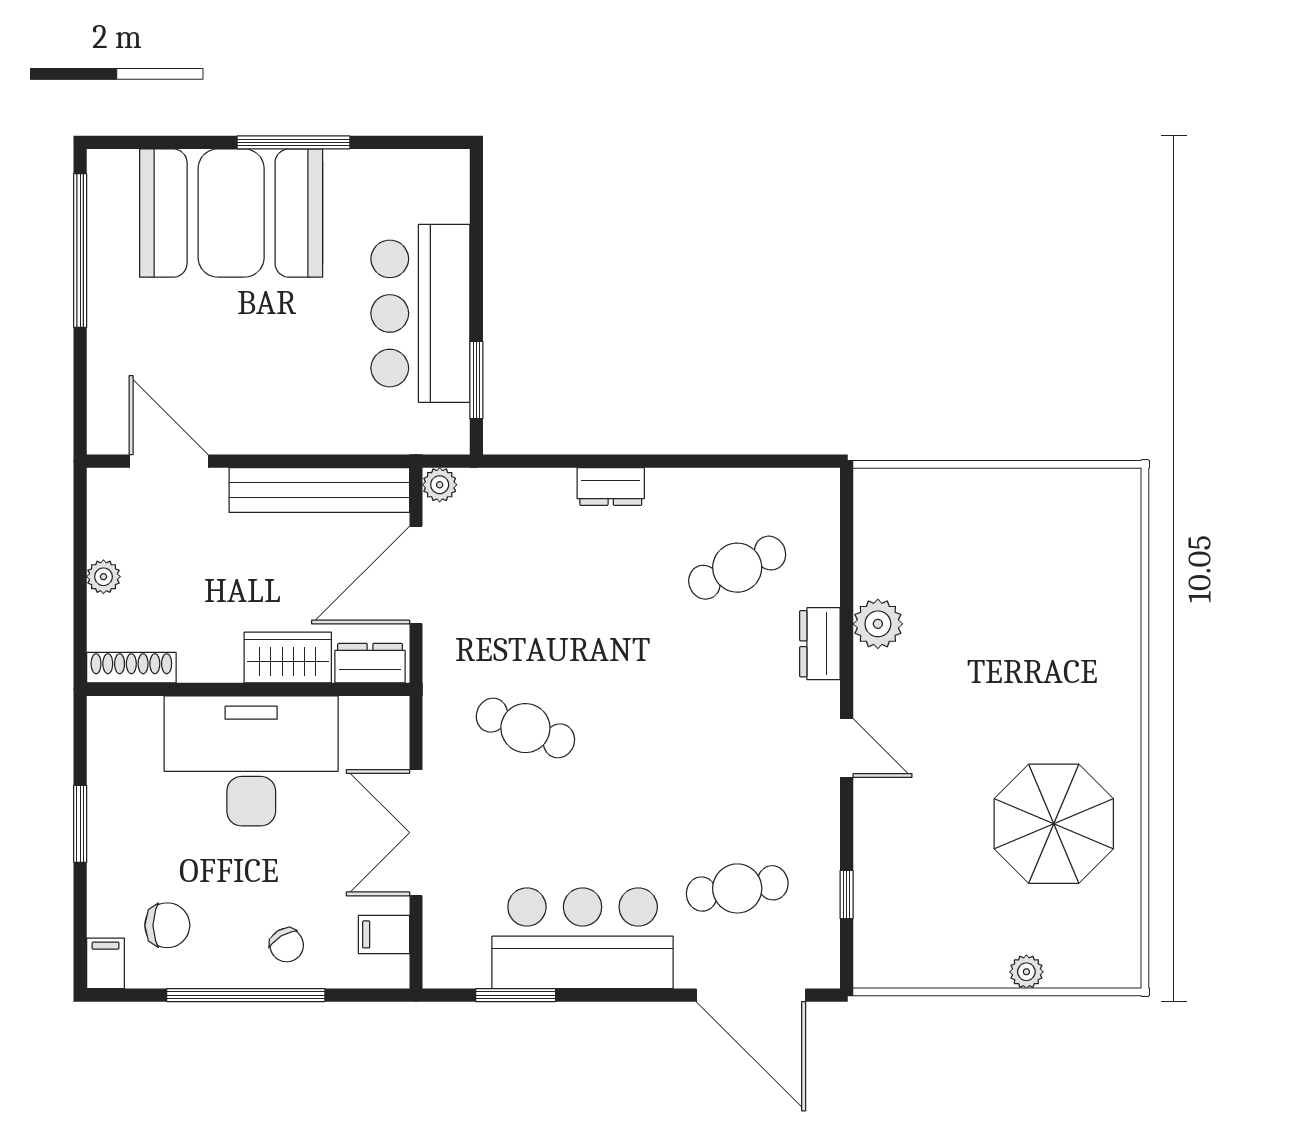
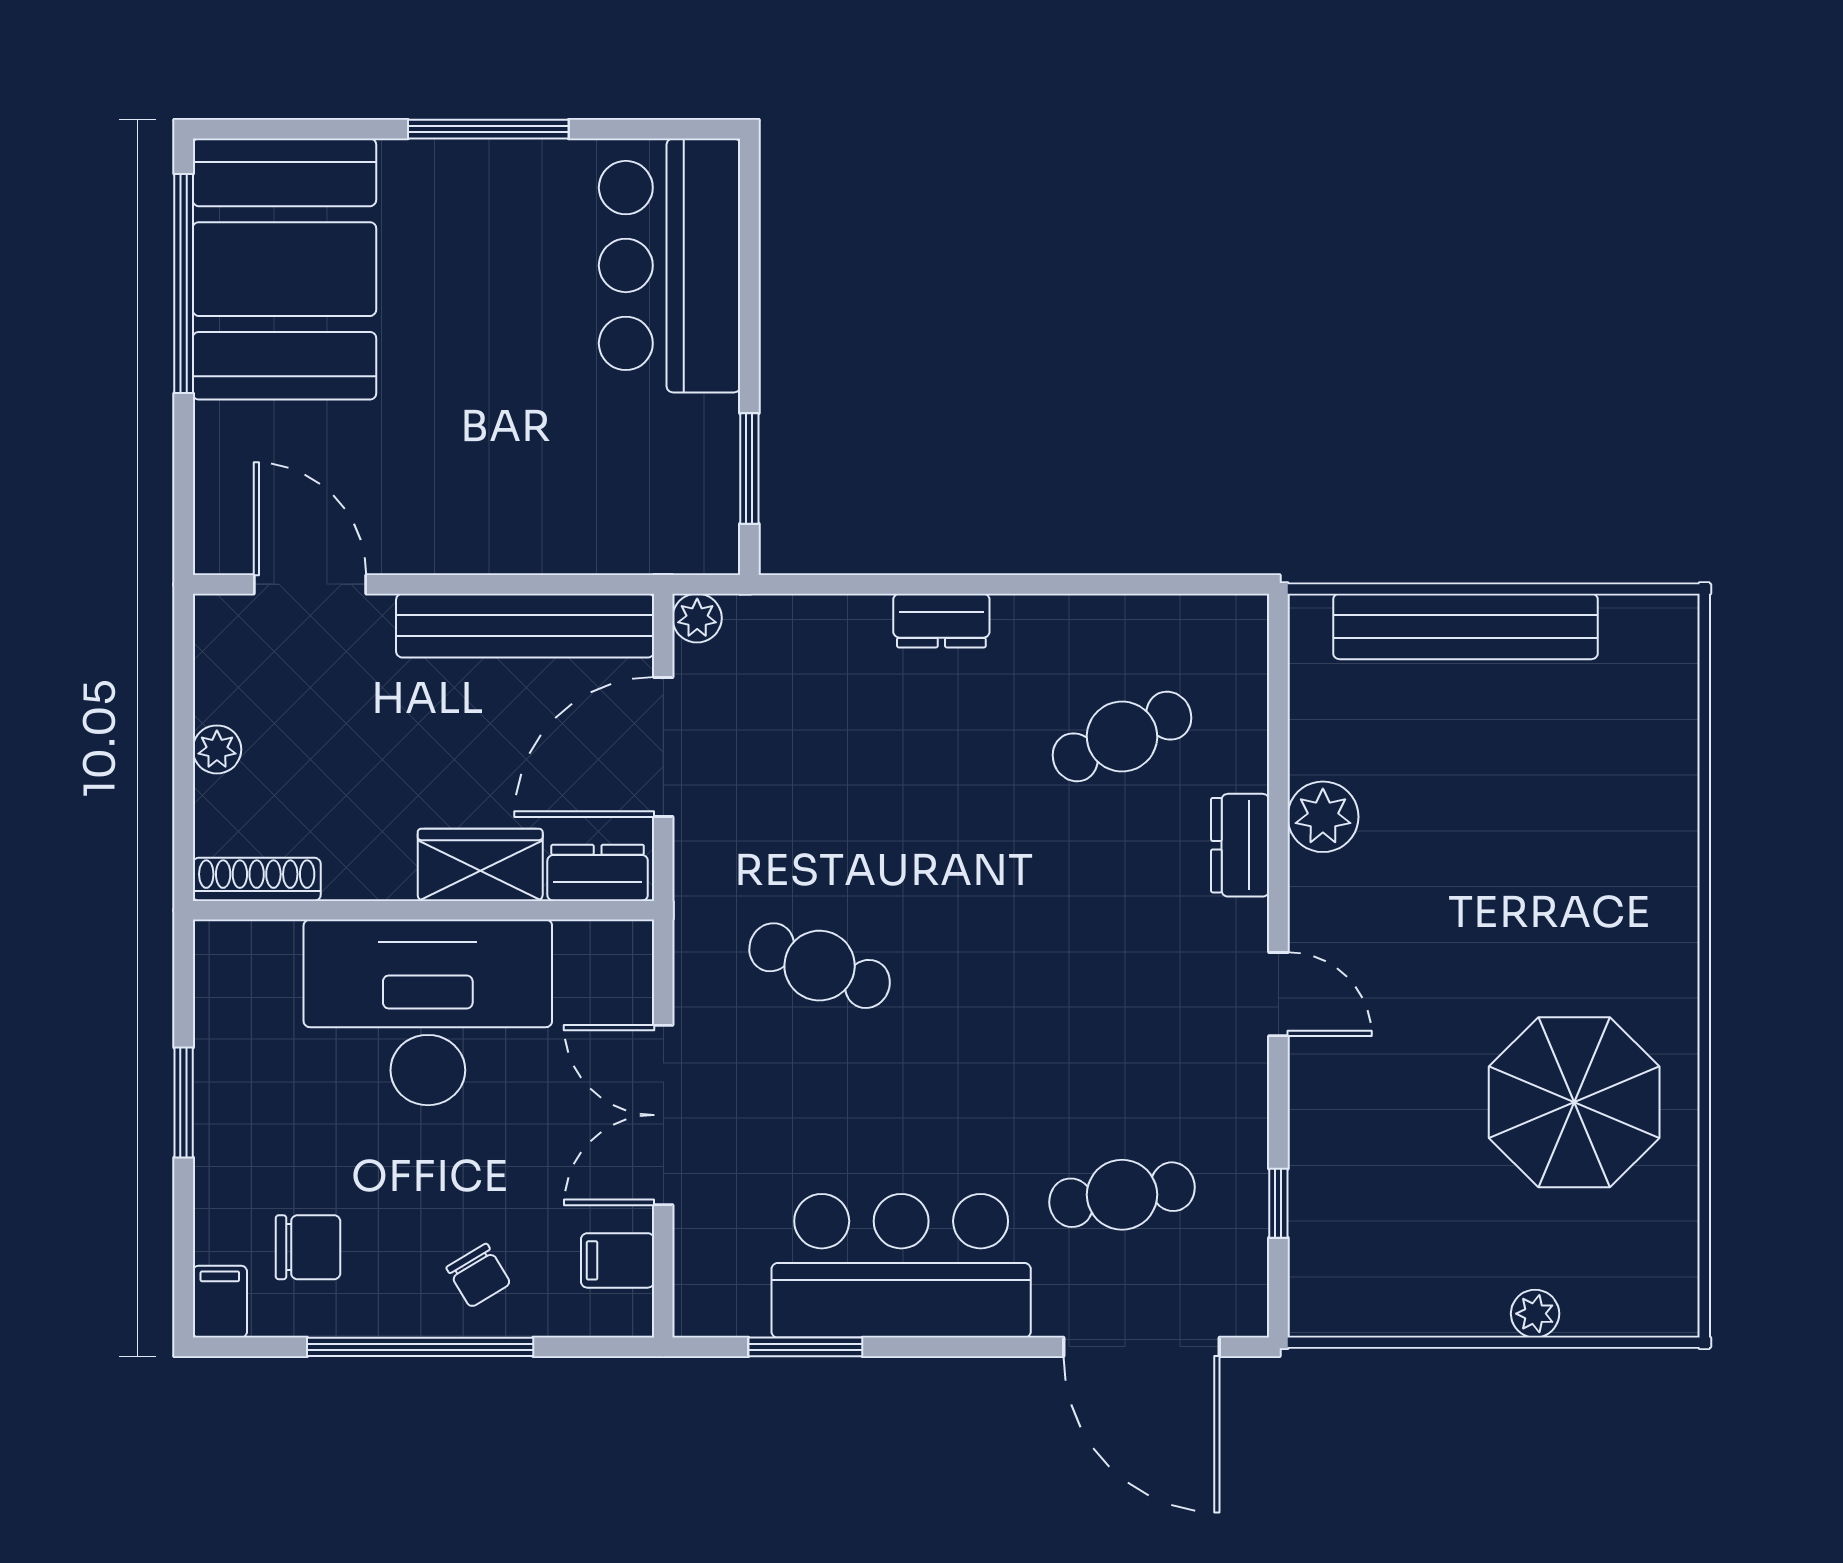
booth: (231, 213) -> (284, 269), moved, turned 90
bar counter: (420, 313) -> (670, 265), moved
bench: (978, 491) -> (1465, 626), added

